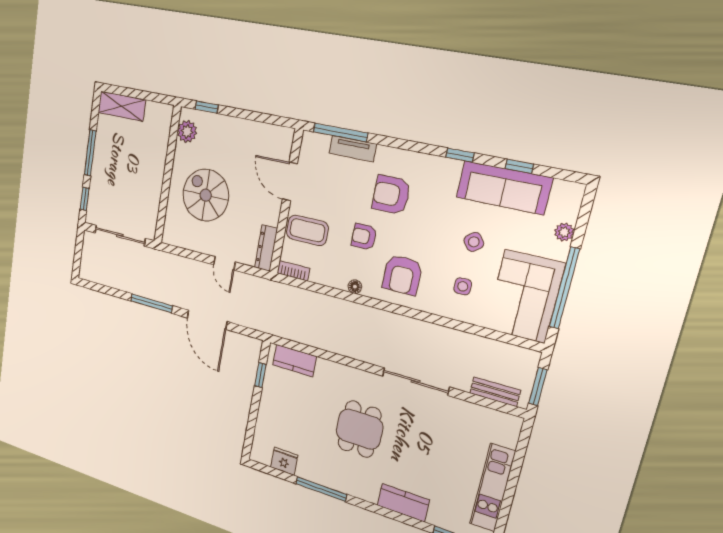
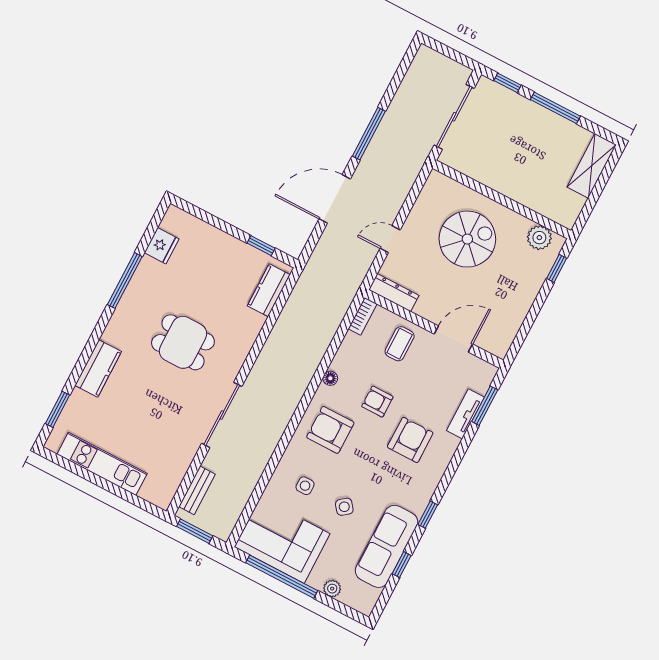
window: (340, 132) -> (485, 406), width x0.69
coffee table: (307, 230) -> (400, 344), width x0.73, depth x0.77
armchair: (364, 237) -> (377, 402), turned -90

